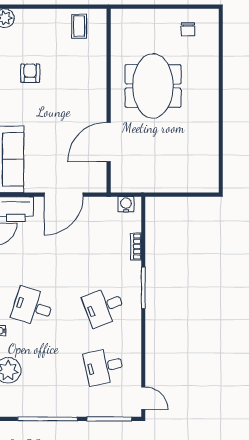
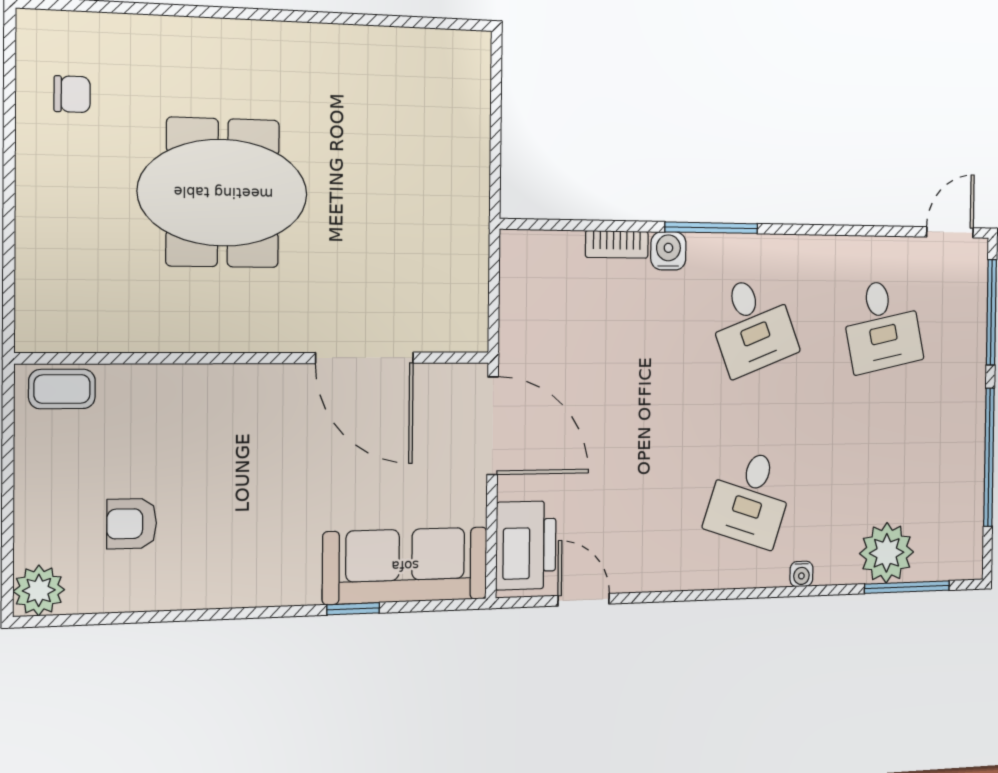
armchair: (30, 73) -> (132, 524), moved
wall: (109, 101) -> (260, 358), moved
door: (109, 142) -> (365, 358), moved
water cooler: (126, 204) -> (668, 251), moved, turned 90

